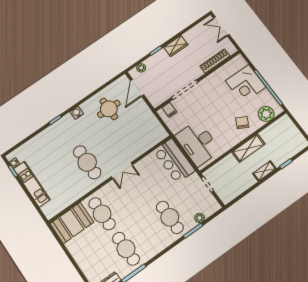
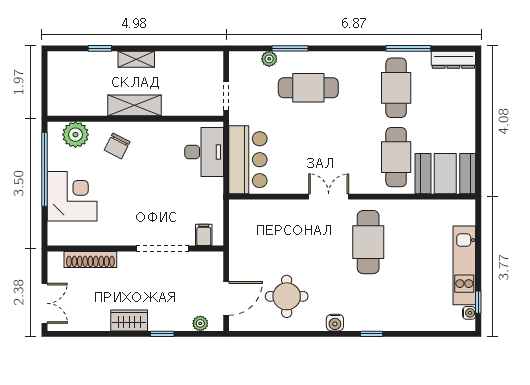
desk: (198, 143) -> (204, 152), width x0.73, depth x0.77
cafe table: (170, 217) -> (308, 88), turned 90

